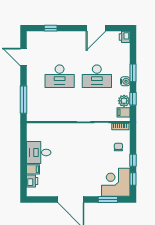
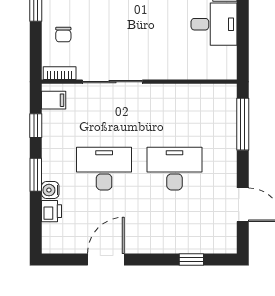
printer: (125, 37) -> (52, 211), moved
water cooler: (125, 81) -> (50, 190), moved
plant: (124, 101) -> (53, 122), removed

